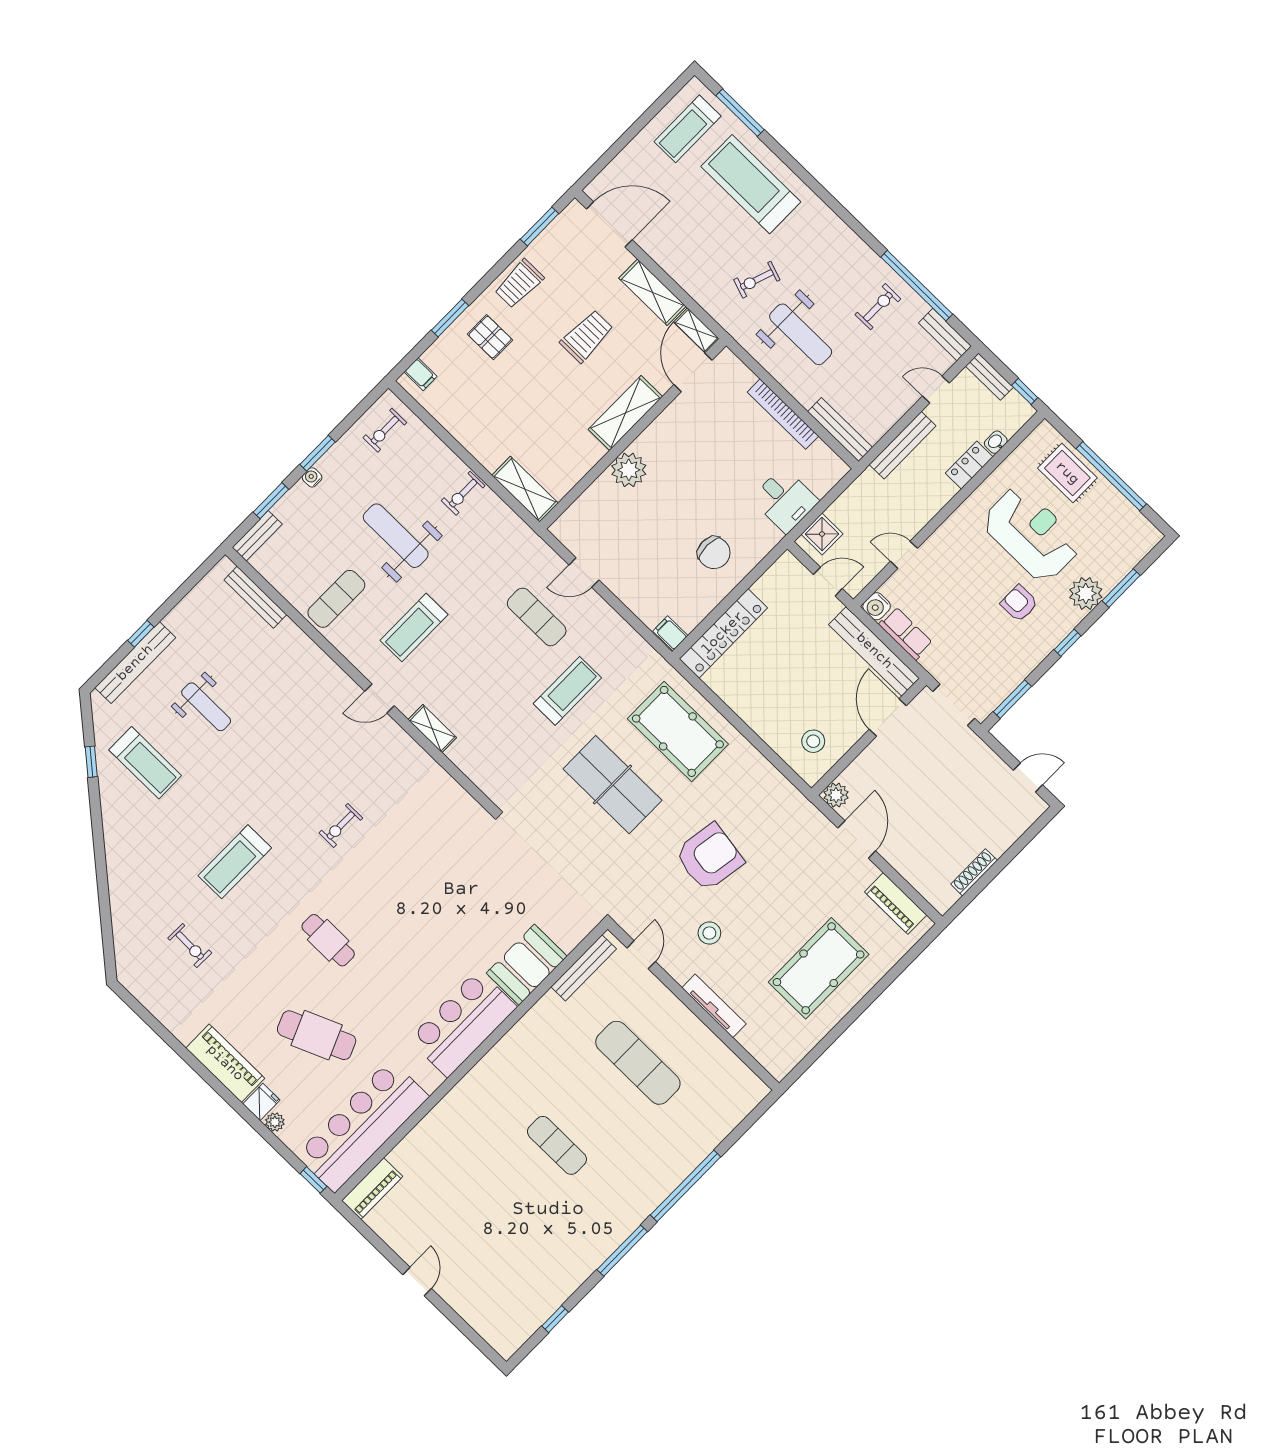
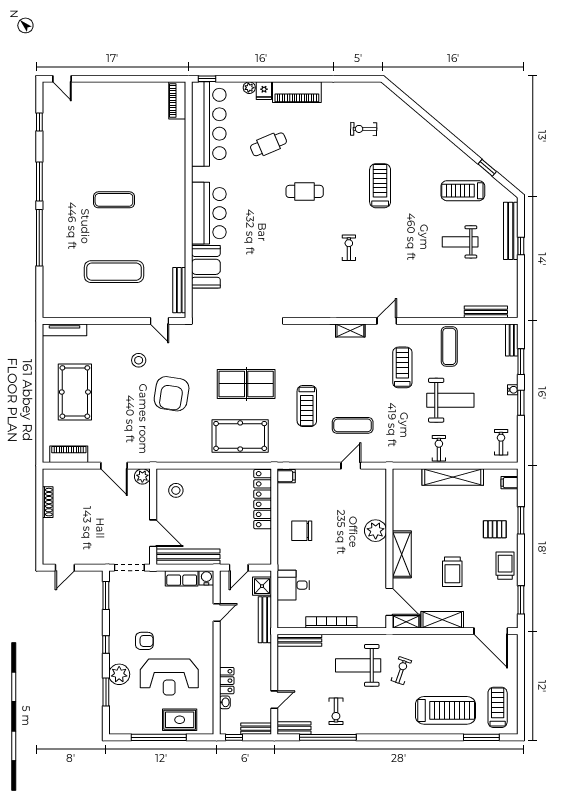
door: (609, 224) -> (491, 631), hinge flipped
bench: (903, 445) -> (265, 620), moved
shelving: (525, 489) -> (453, 477), moved, width x1.47
tv unit: (714, 1006) -> (65, 330), moved
cafe table: (317, 1035) -> (268, 144), width x0.73, depth x0.74
door: (417, 1282) -> (62, 79), moved

